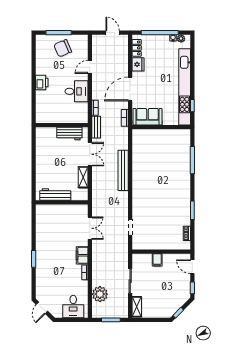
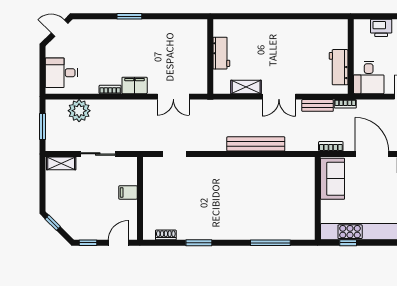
wall: (62, 125) -> (351, 56), moved
workbench: (69, 133) -> (339, 67), moved
workbench: (55, 195) -> (221, 53), width x0.73

